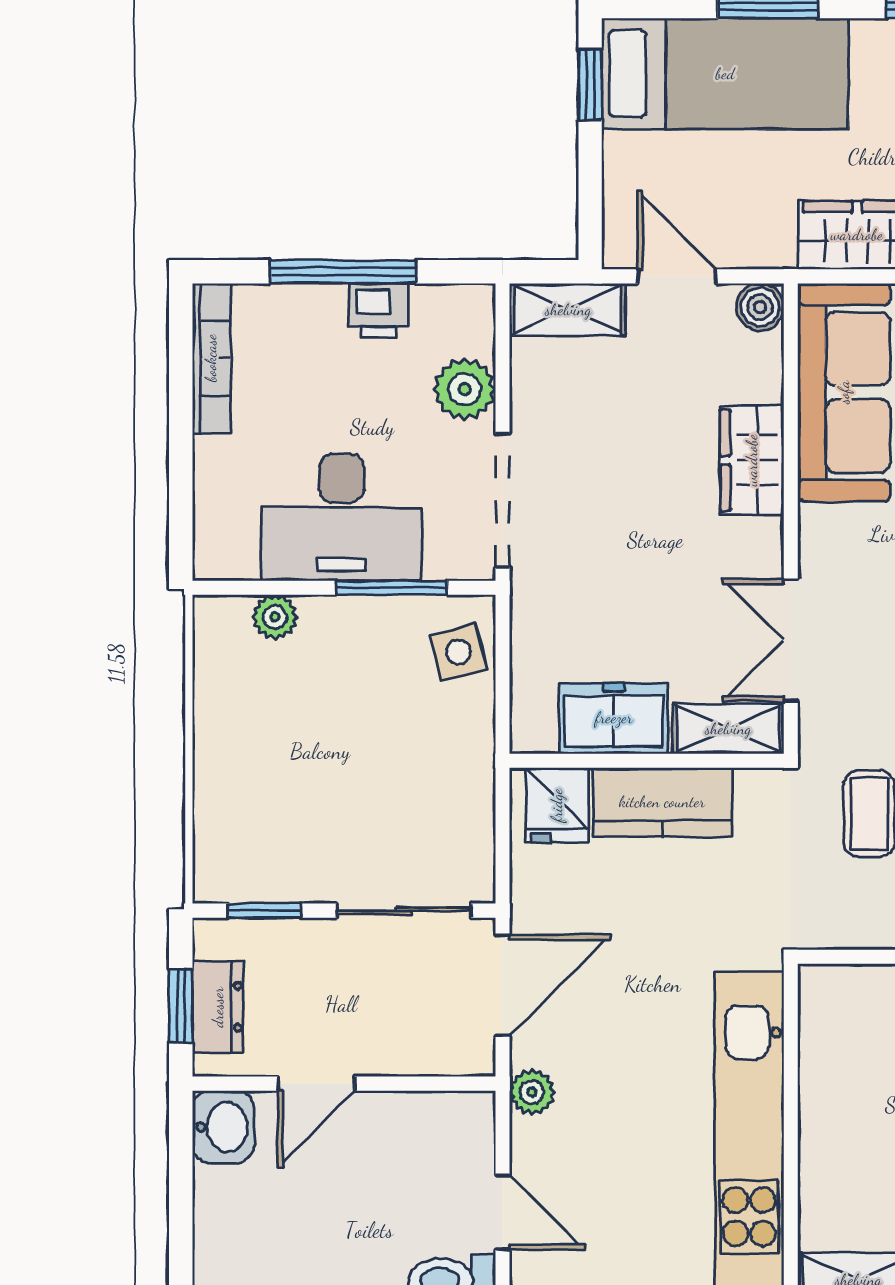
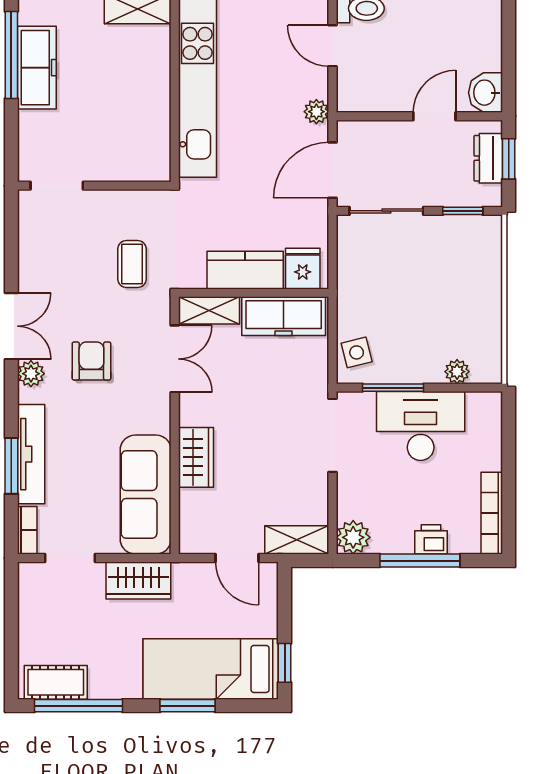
boiler: (760, 307) -> (192, 541), removed
printer: (379, 310) -> (431, 539), moved
plant: (465, 389) -> (353, 537), moved
freezer: (614, 718) -> (284, 316), width x1.40

